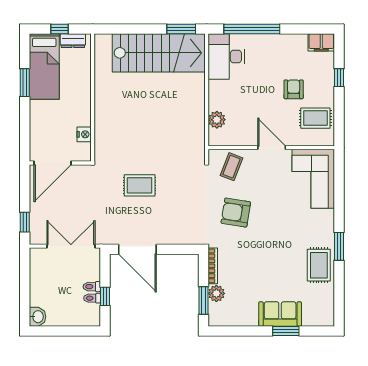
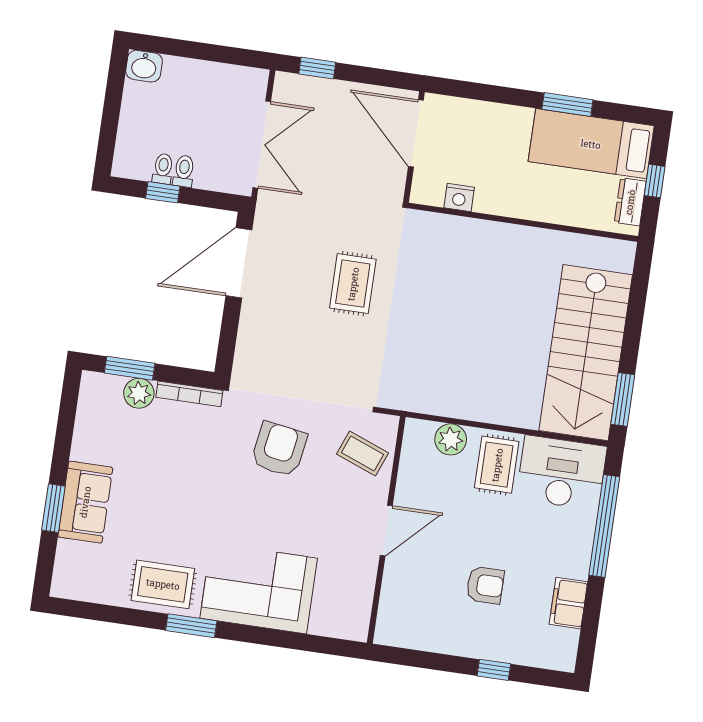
filing cabinet: (321, 42) -> (568, 603), moved
rug: (315, 118) -> (497, 465), moved
corner sofa: (313, 179) -> (259, 588), moved

